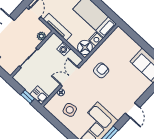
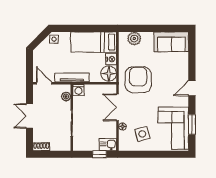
plant: (125, 40) -> (134, 39), added
washing machine: (64, 49) -> (78, 90), moved
armchair: (101, 70) -> (138, 80), width x1.88, depth x1.88
door: (132, 110) -> (192, 88), swing flipped

